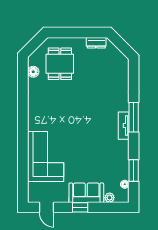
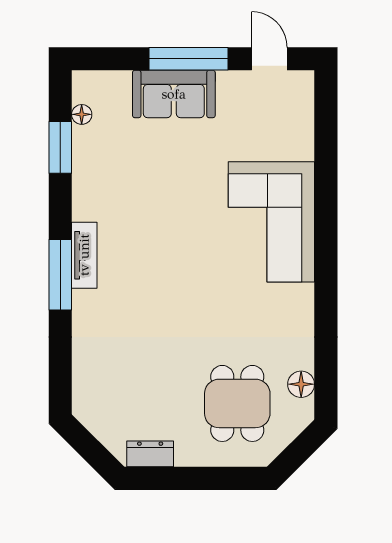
corner sofa: (46, 156) -> (271, 222), moved
plant: (110, 198) -> (118, 82), removed
window: (80, 207) -> (189, 59), width x2.17

